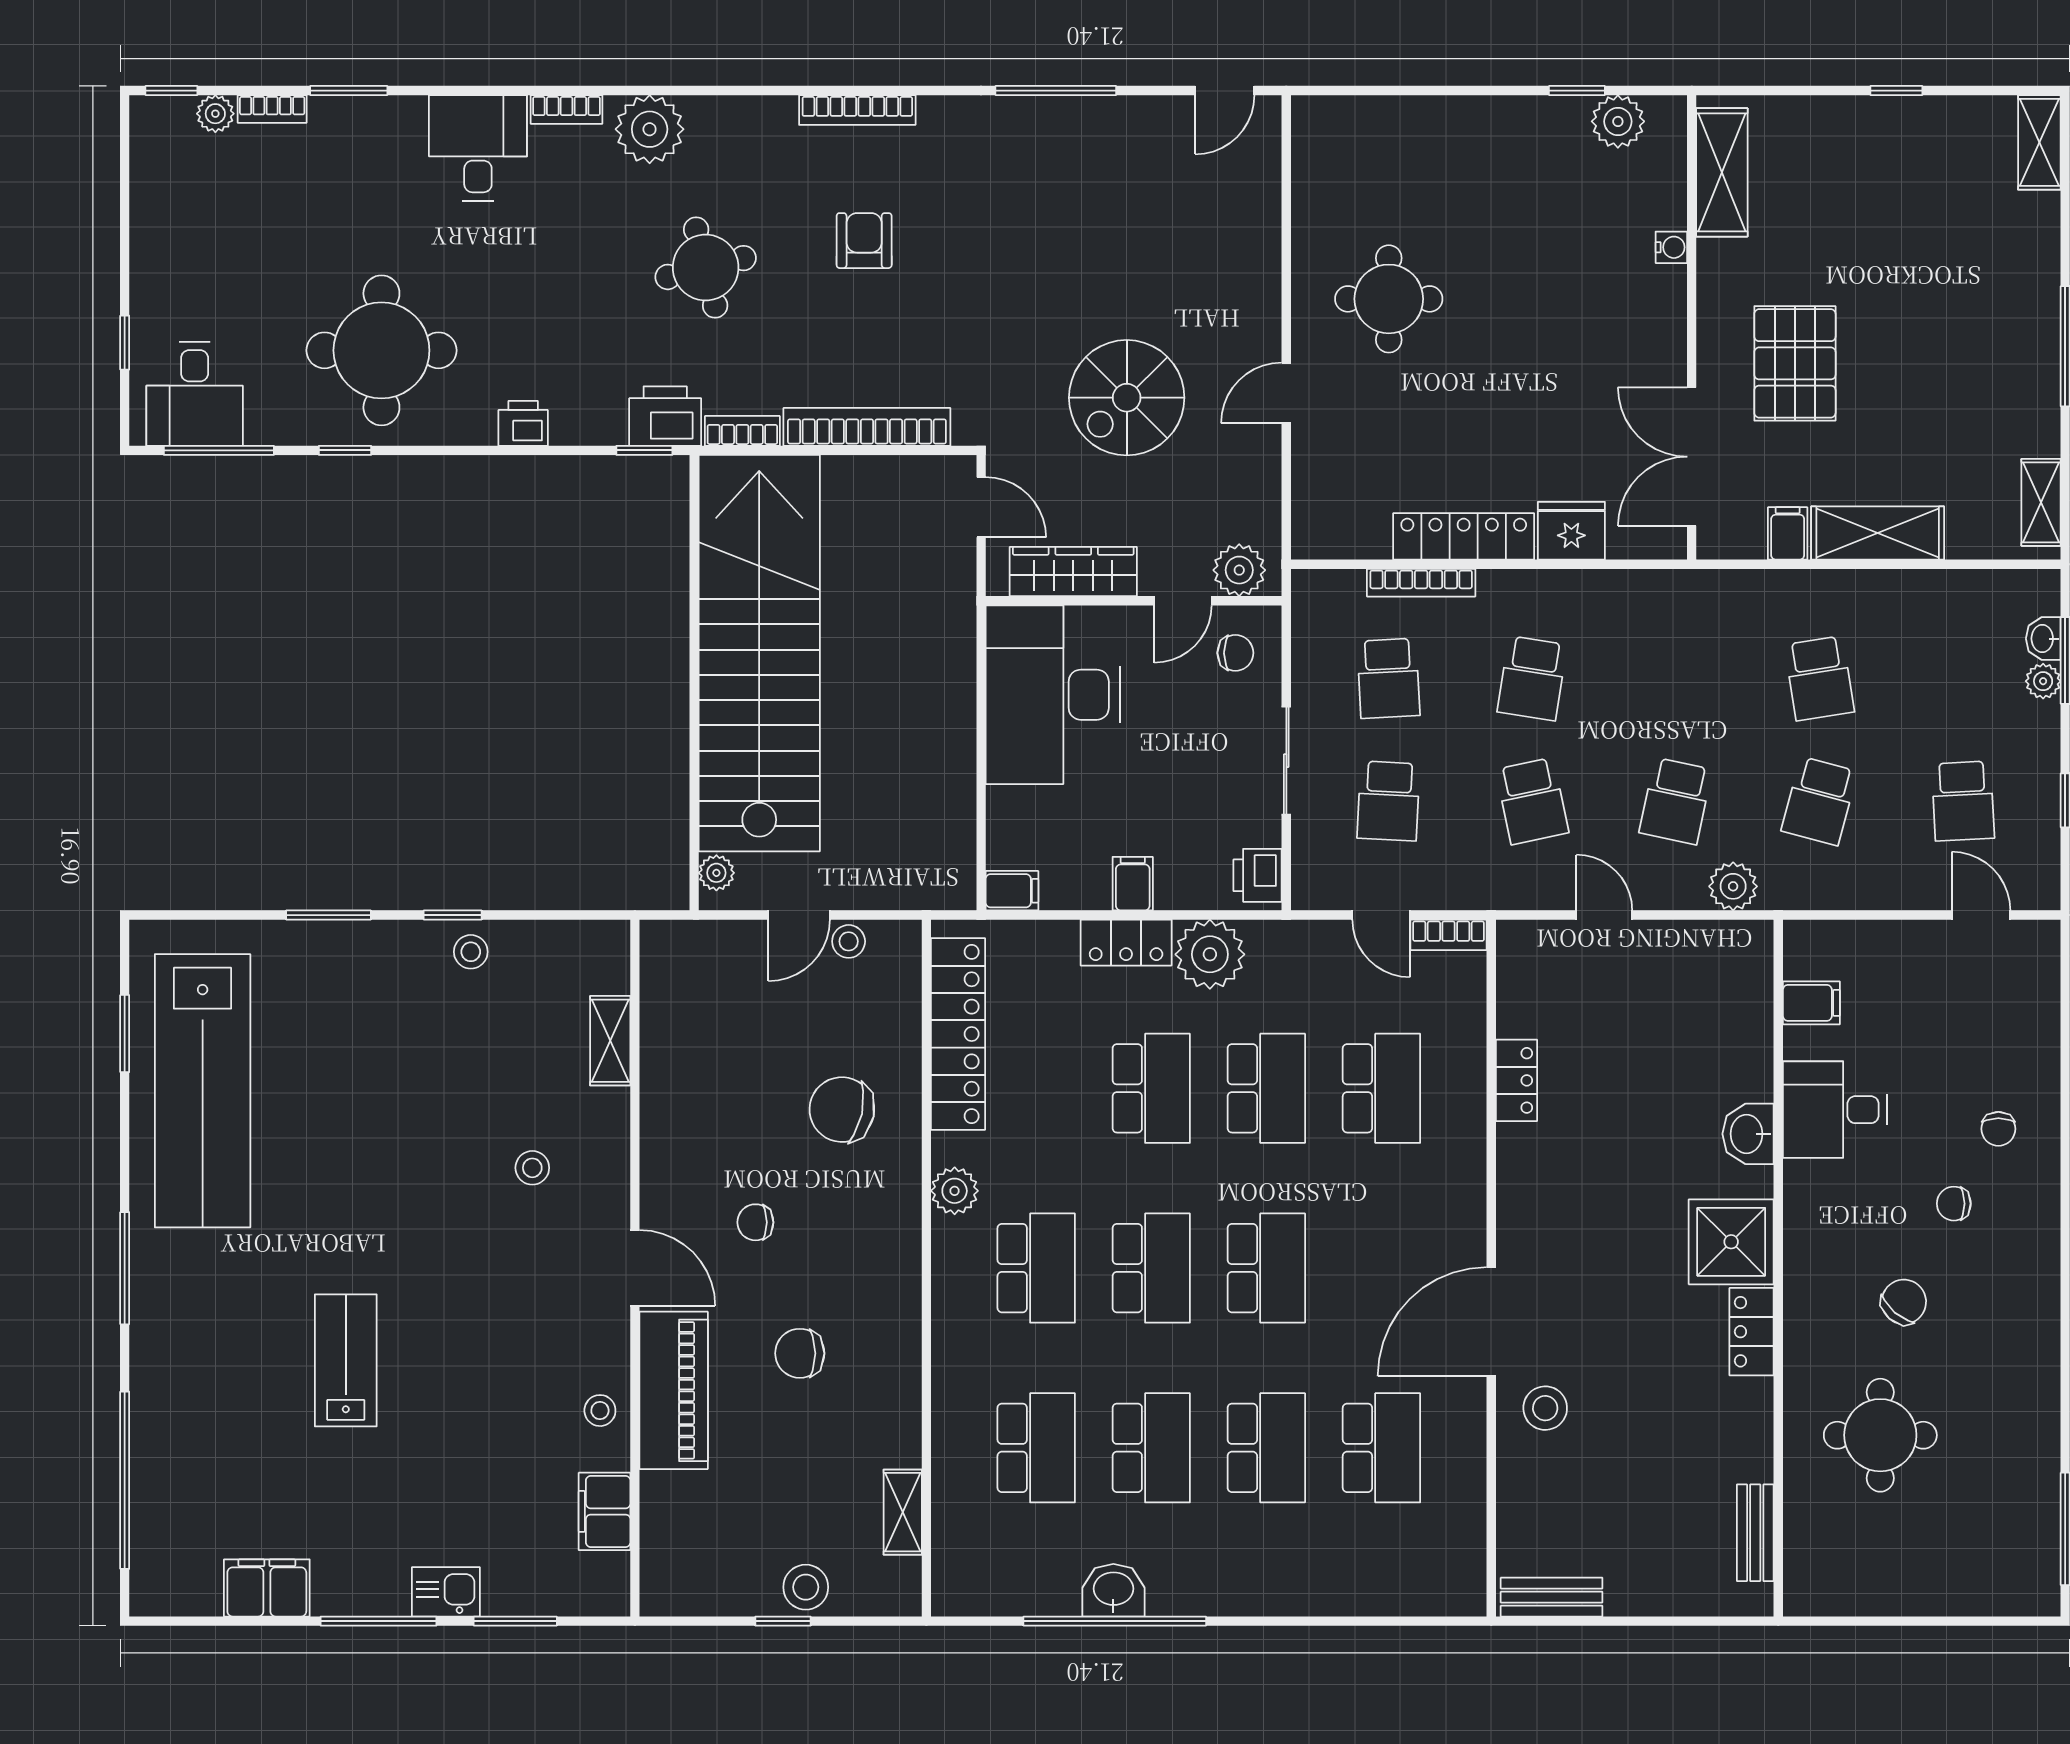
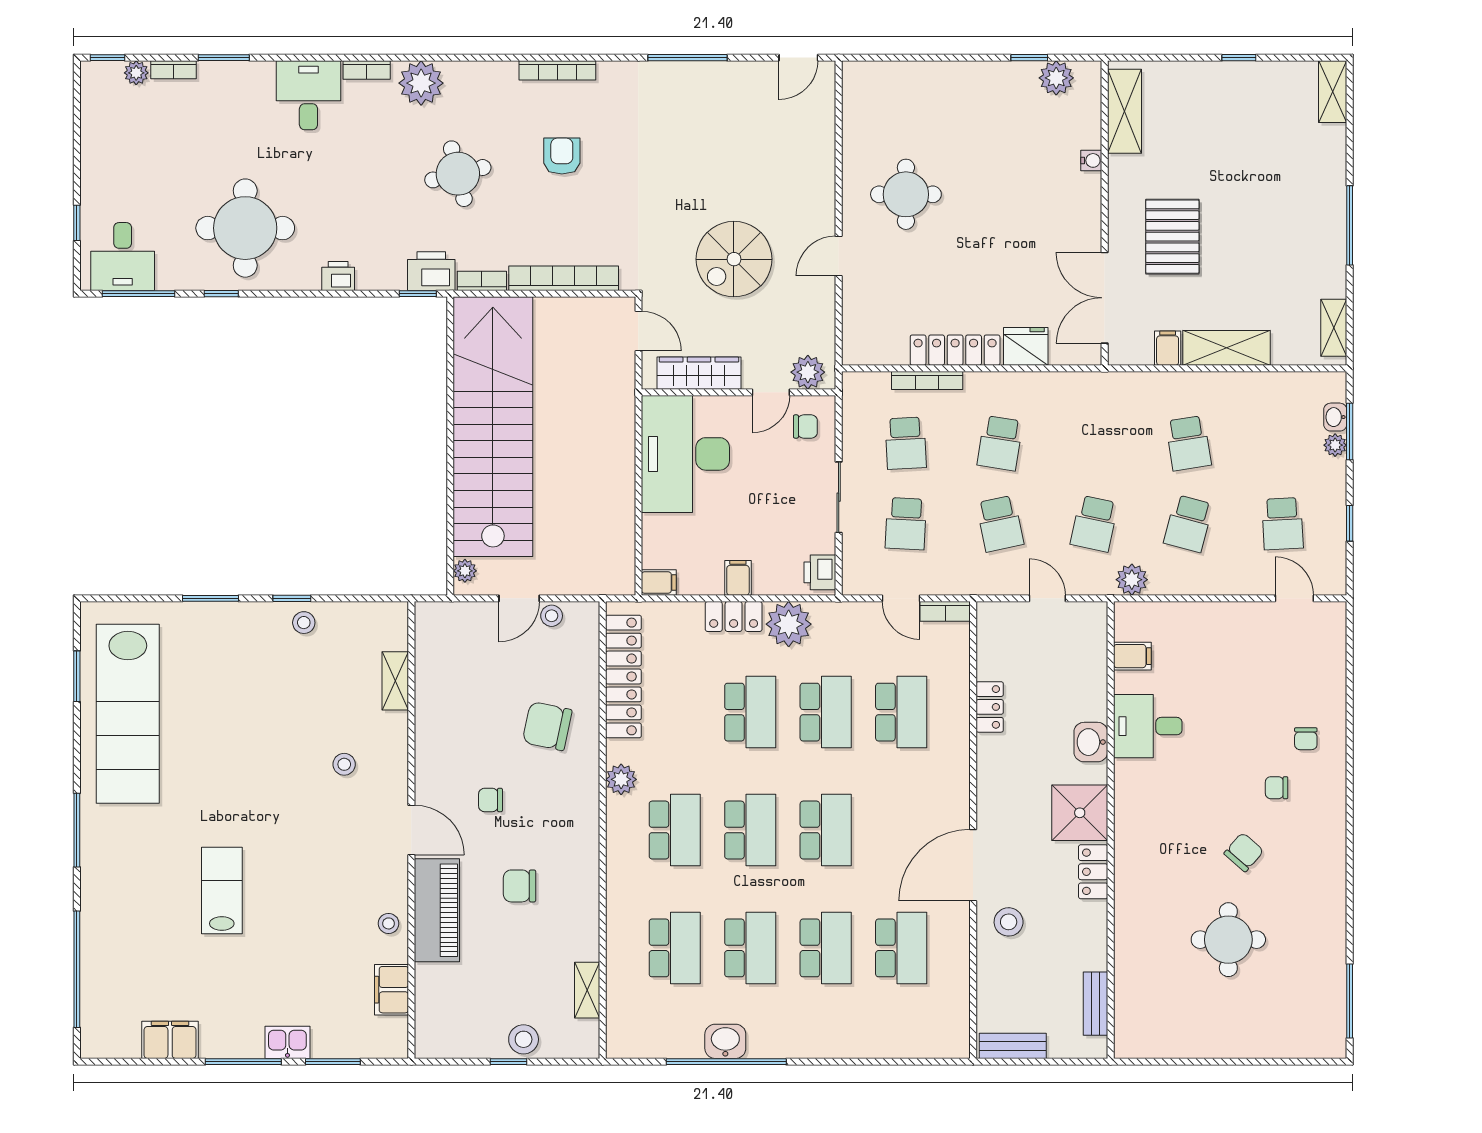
filing cabinet: (1811, 1003) -> (1132, 656), moved
desk: (1835, 1110) -> (1148, 726), moved
washbasin: (1748, 1134) -> (1091, 742), moved
shower: (1731, 1242) -> (1080, 813), moved
wall: (1778, 1268) -> (1111, 830), moved
locker: (1752, 1332) -> (1093, 872), moved
bench: (1755, 1533) -> (1096, 1004), moved

